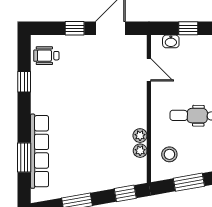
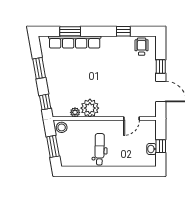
washbasin: (171, 41) -> (152, 149), moved
plant: (140, 136) -> (90, 108), width x1.88, depth x1.88
stool: (169, 154) -> (62, 127), moved

